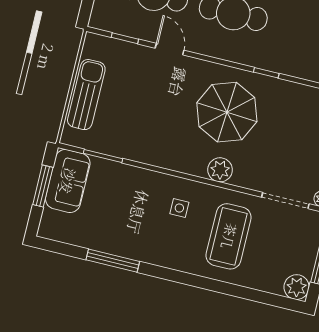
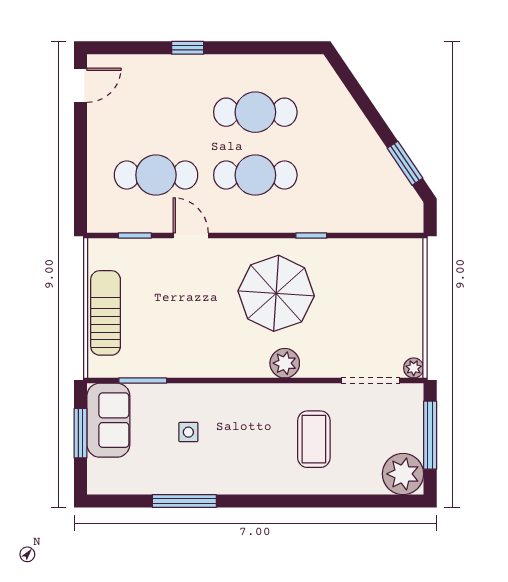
side table: (179, 208) -> (188, 432), moved
coffee table: (229, 236) -> (314, 439), width x0.73, depth x0.76
plant: (297, 287) -> (403, 474), width x1.36, depth x1.36

